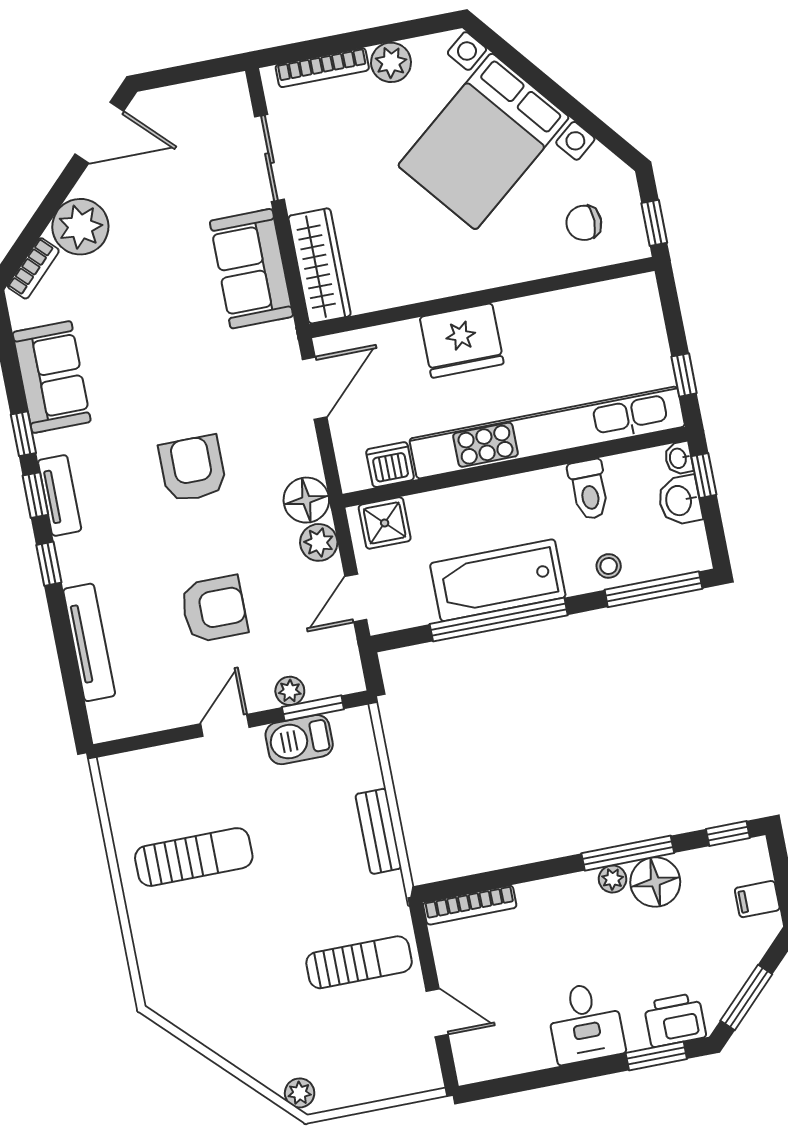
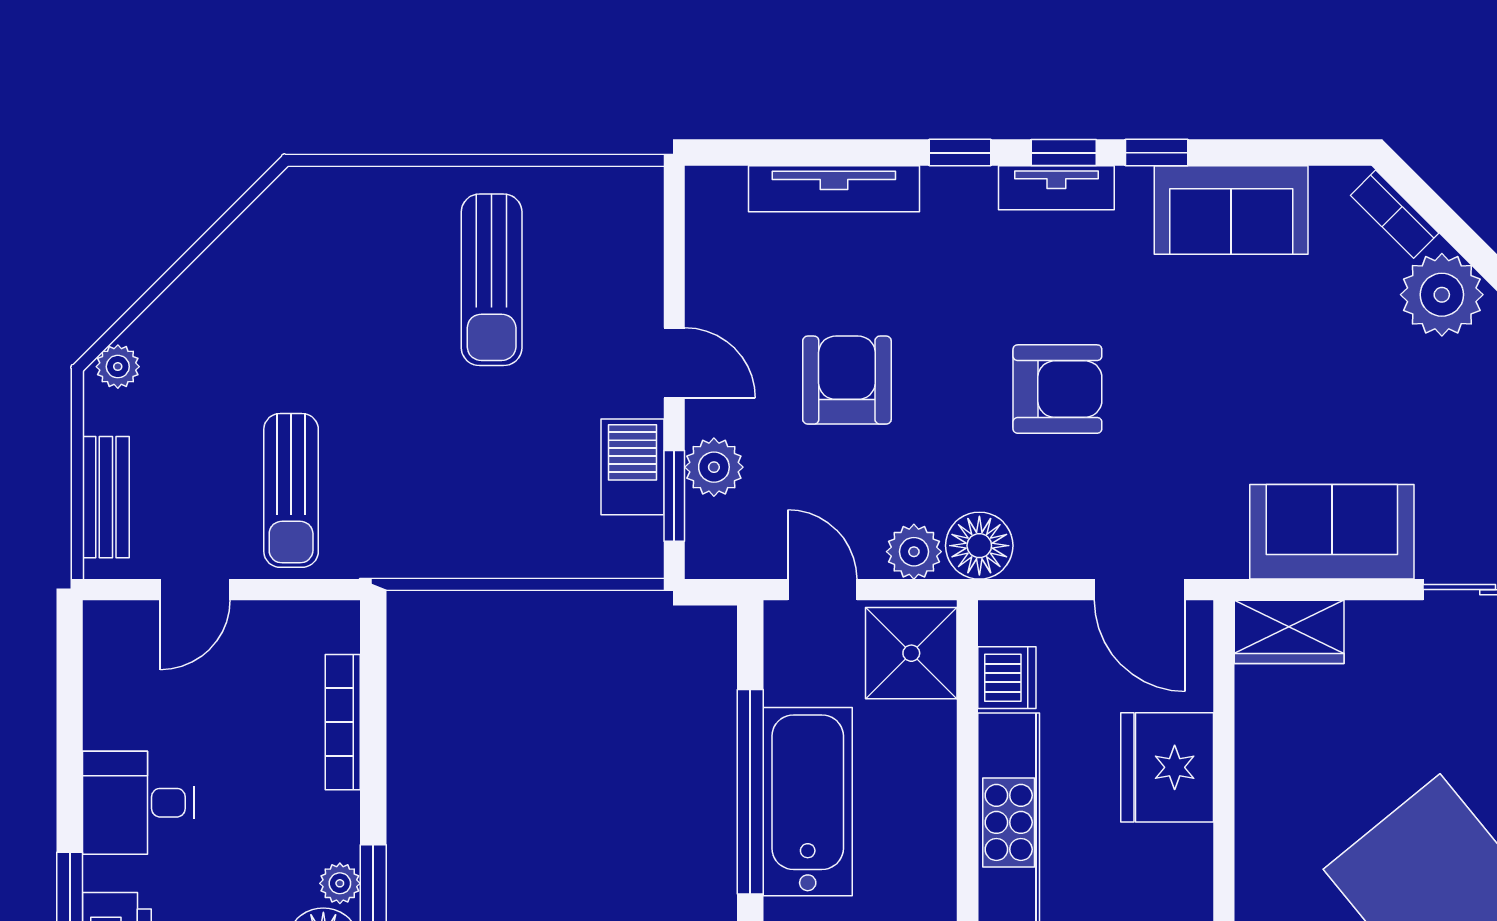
wardrobe: (320, 266) -> (1289, 632), width x0.67
fridge: (462, 341) -> (1167, 767), moved
shower: (385, 523) -> (911, 653), width x1.36, depth x1.36
armchair: (214, 609) -> (847, 380), turned 180
plant: (290, 691) -> (714, 467), width x1.38, depth x1.38
bench: (378, 831) -> (106, 497), moved, turned 90
bookcase: (470, 905) -> (343, 722), moved

